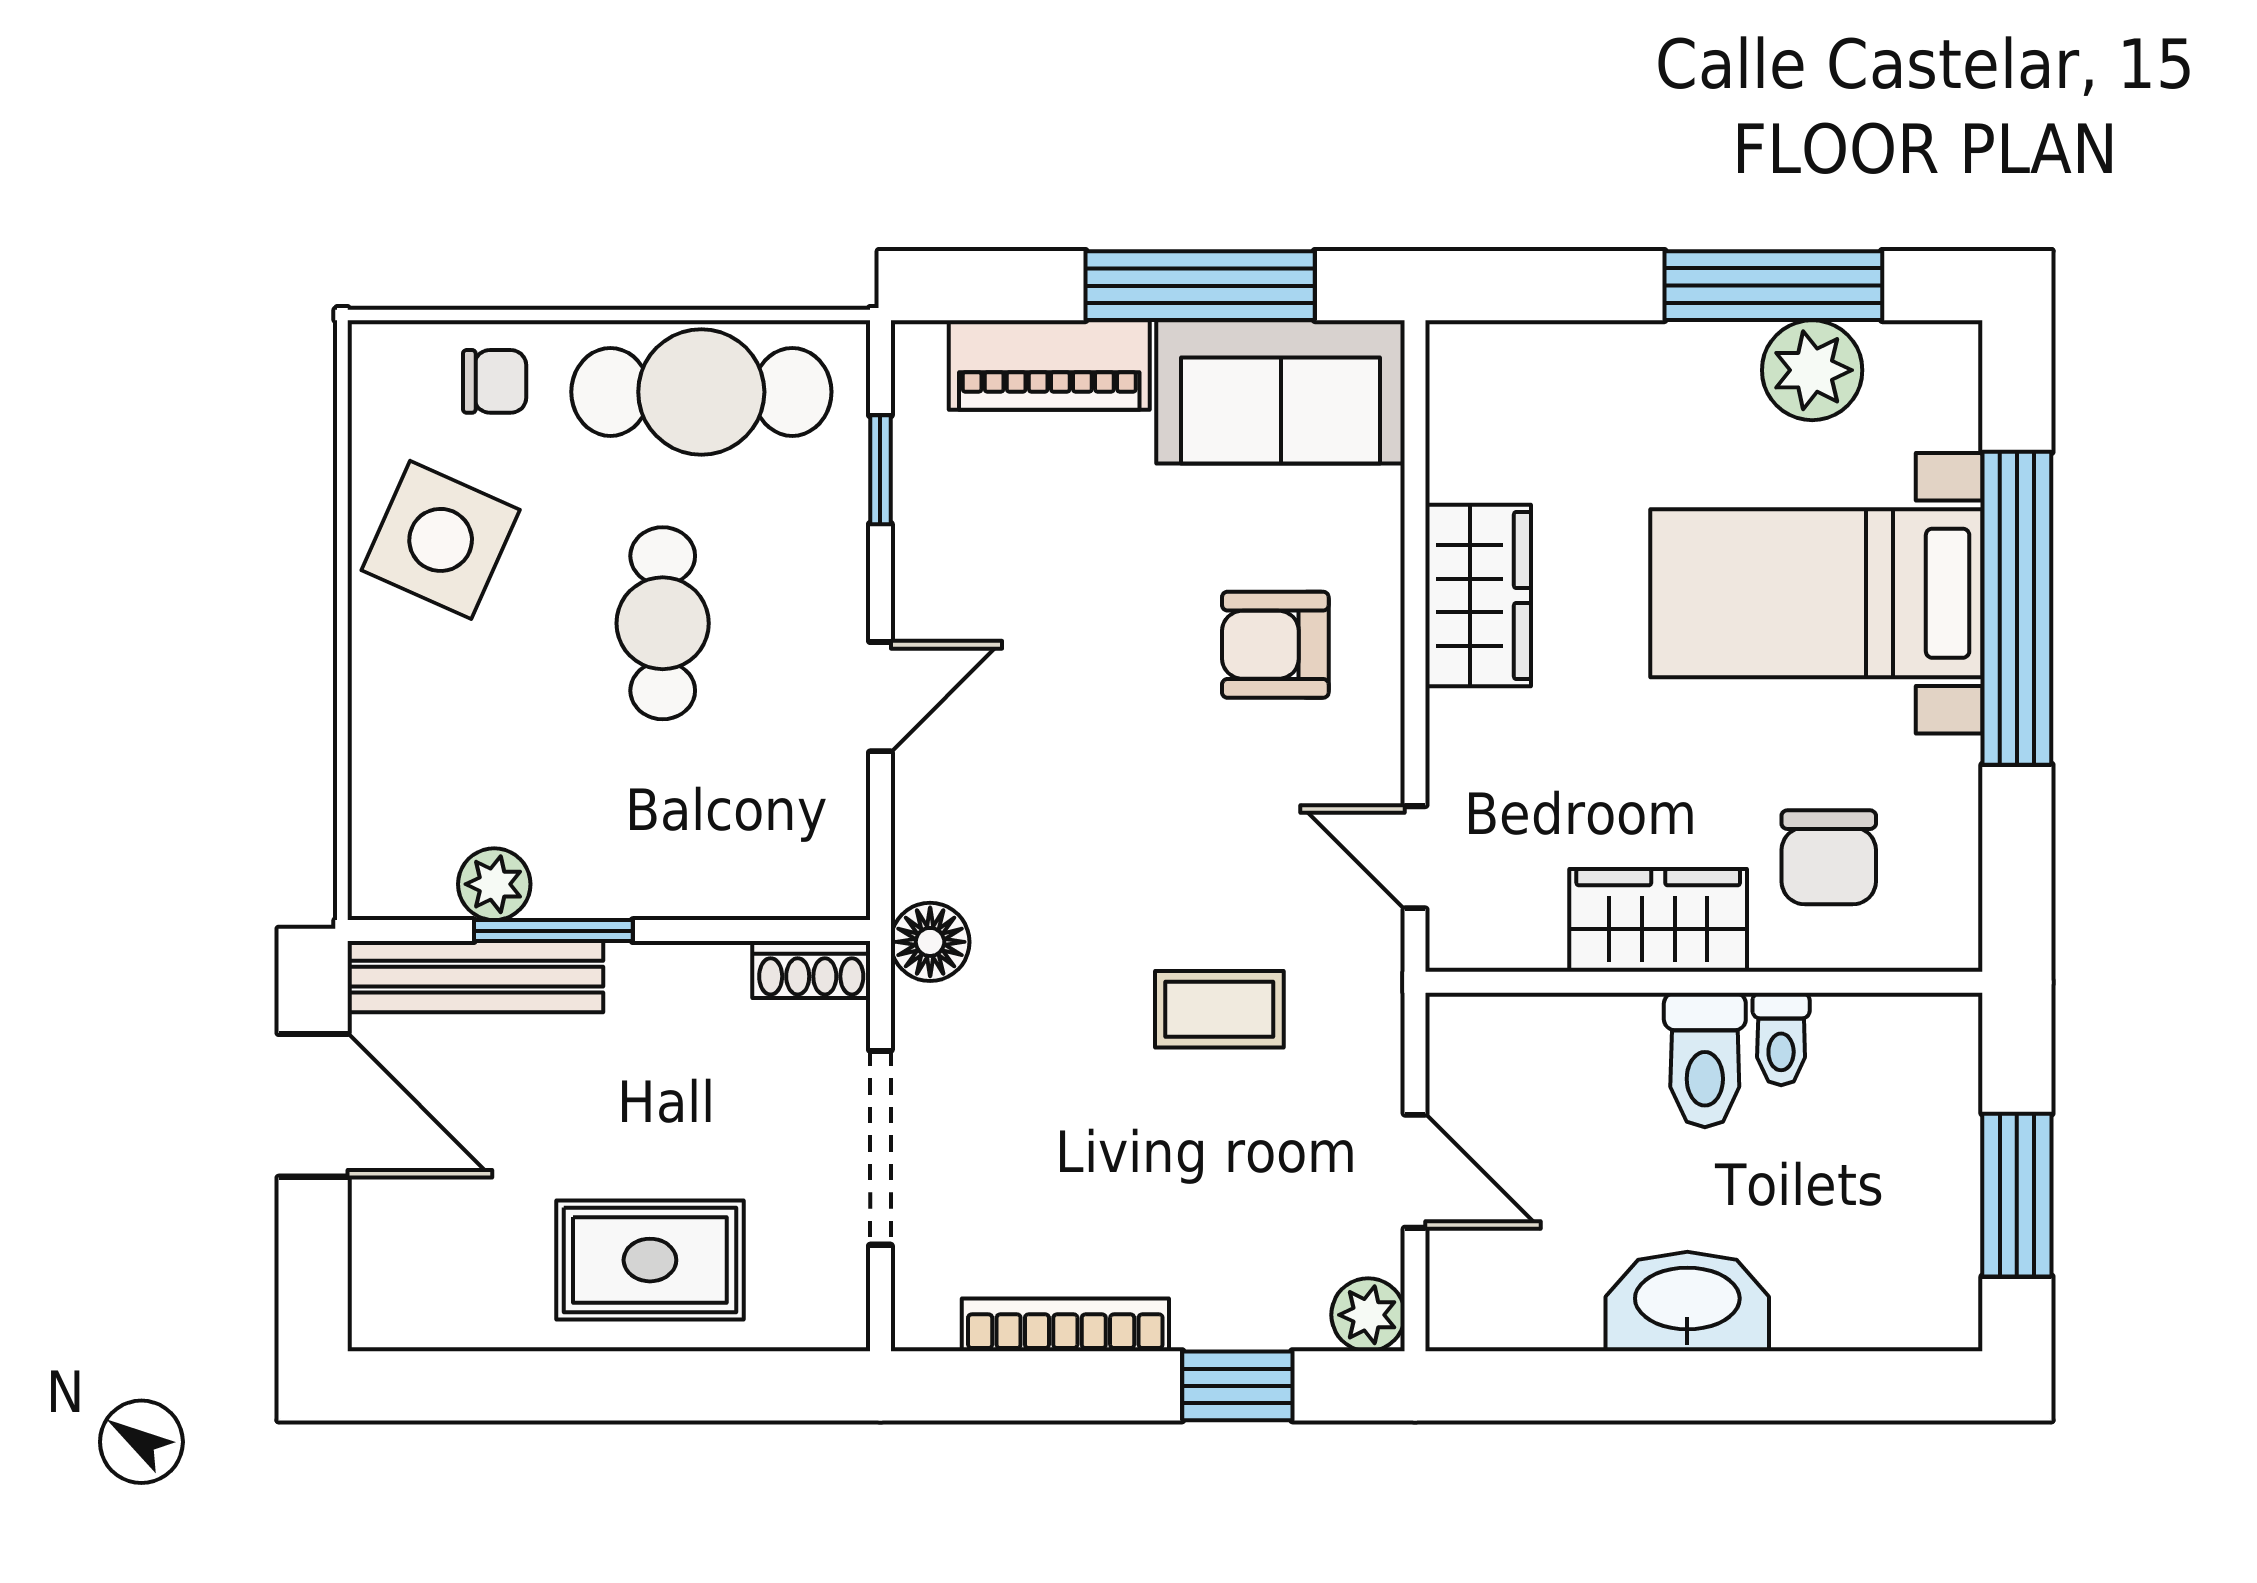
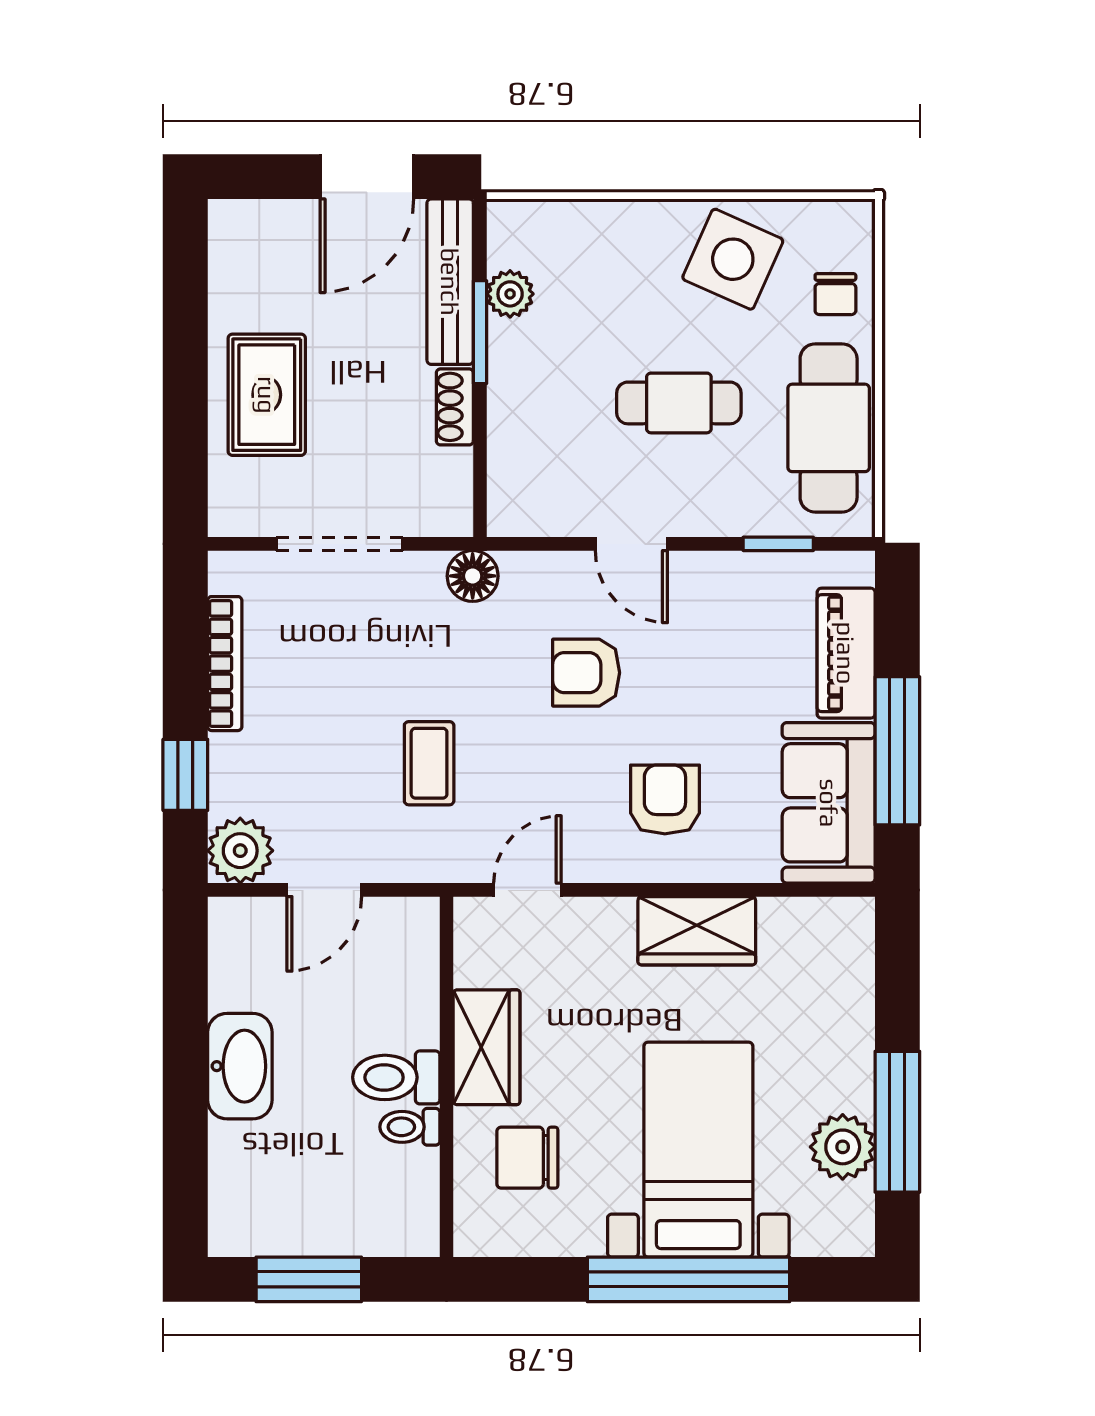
armchair: (1079, 767) -> (586, 673), added
shoe rack: (811, 970) -> (455, 407), moved
plant: (1368, 1315) -> (240, 851), width x1.38, depth x1.38

